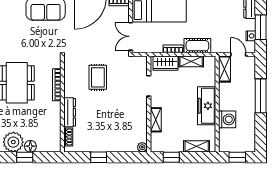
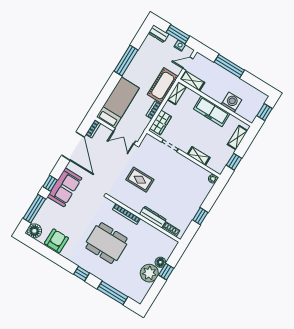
cot: (197, 46) -> (163, 85), width x1.37, depth x1.34
shelving: (191, 61) -> (177, 93), moved

